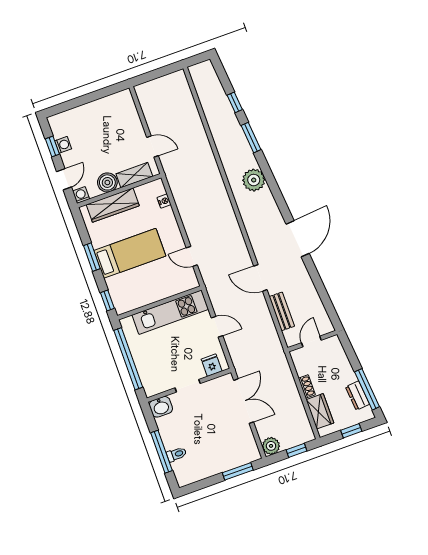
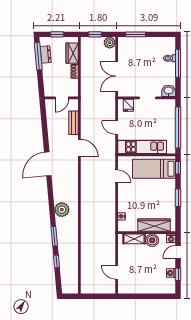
door: (153, 147) -> (117, 272), moved
bed: (130, 253) -> (154, 169), moved

